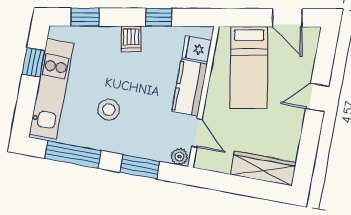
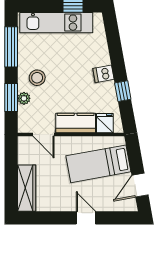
window: (85, 17) -> (113, 37), removed
stool: (109, 110) -> (37, 78), moved
door: (197, 133) -> (44, 135), hinge flipped
plant: (179, 157) -> (24, 98), moved

